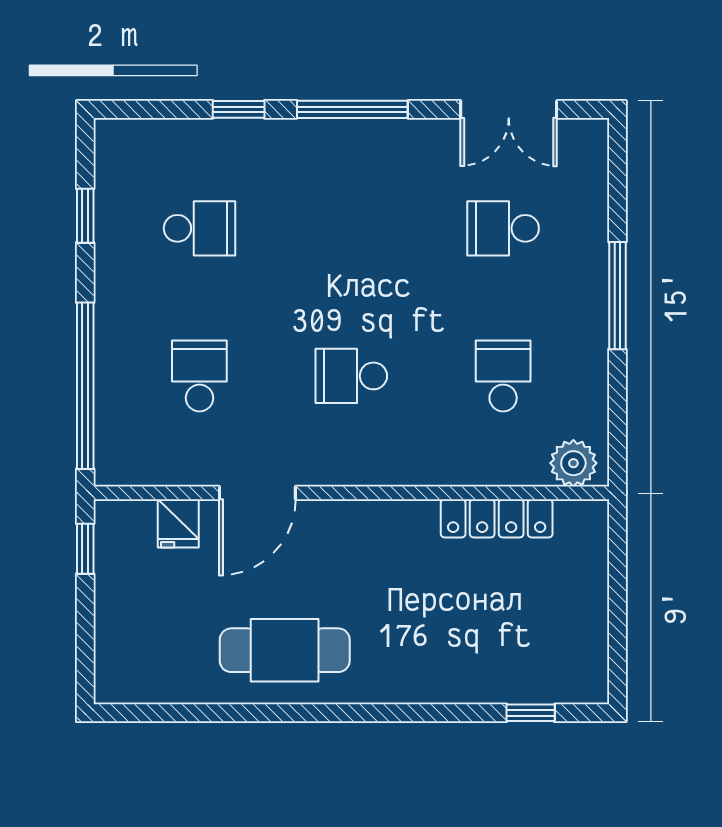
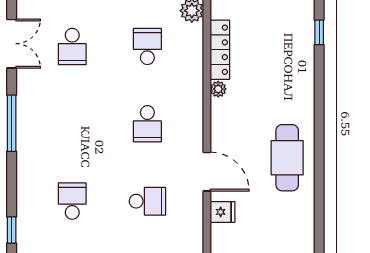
window: (239, 109) -> (12, 230), moved
school desk: (199, 376) -> (147, 201), turned 180
school desk: (503, 376) -> (147, 46), turned 90
plant: (419, 515) -> (218, 89), added

